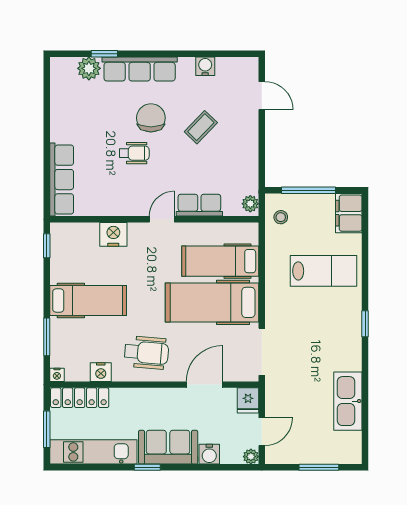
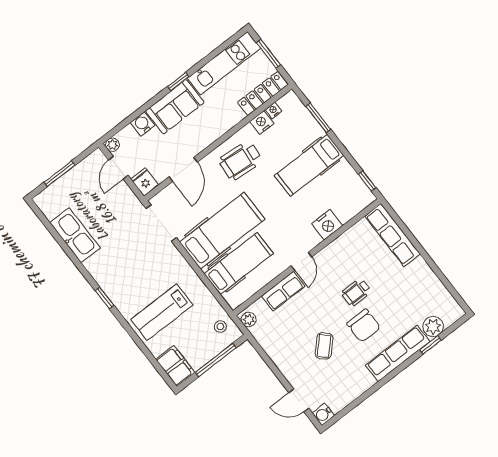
water cooler: (205, 66) -> (323, 414), moved, turned 90
nightstand: (57, 375) -> (274, 110), moved

